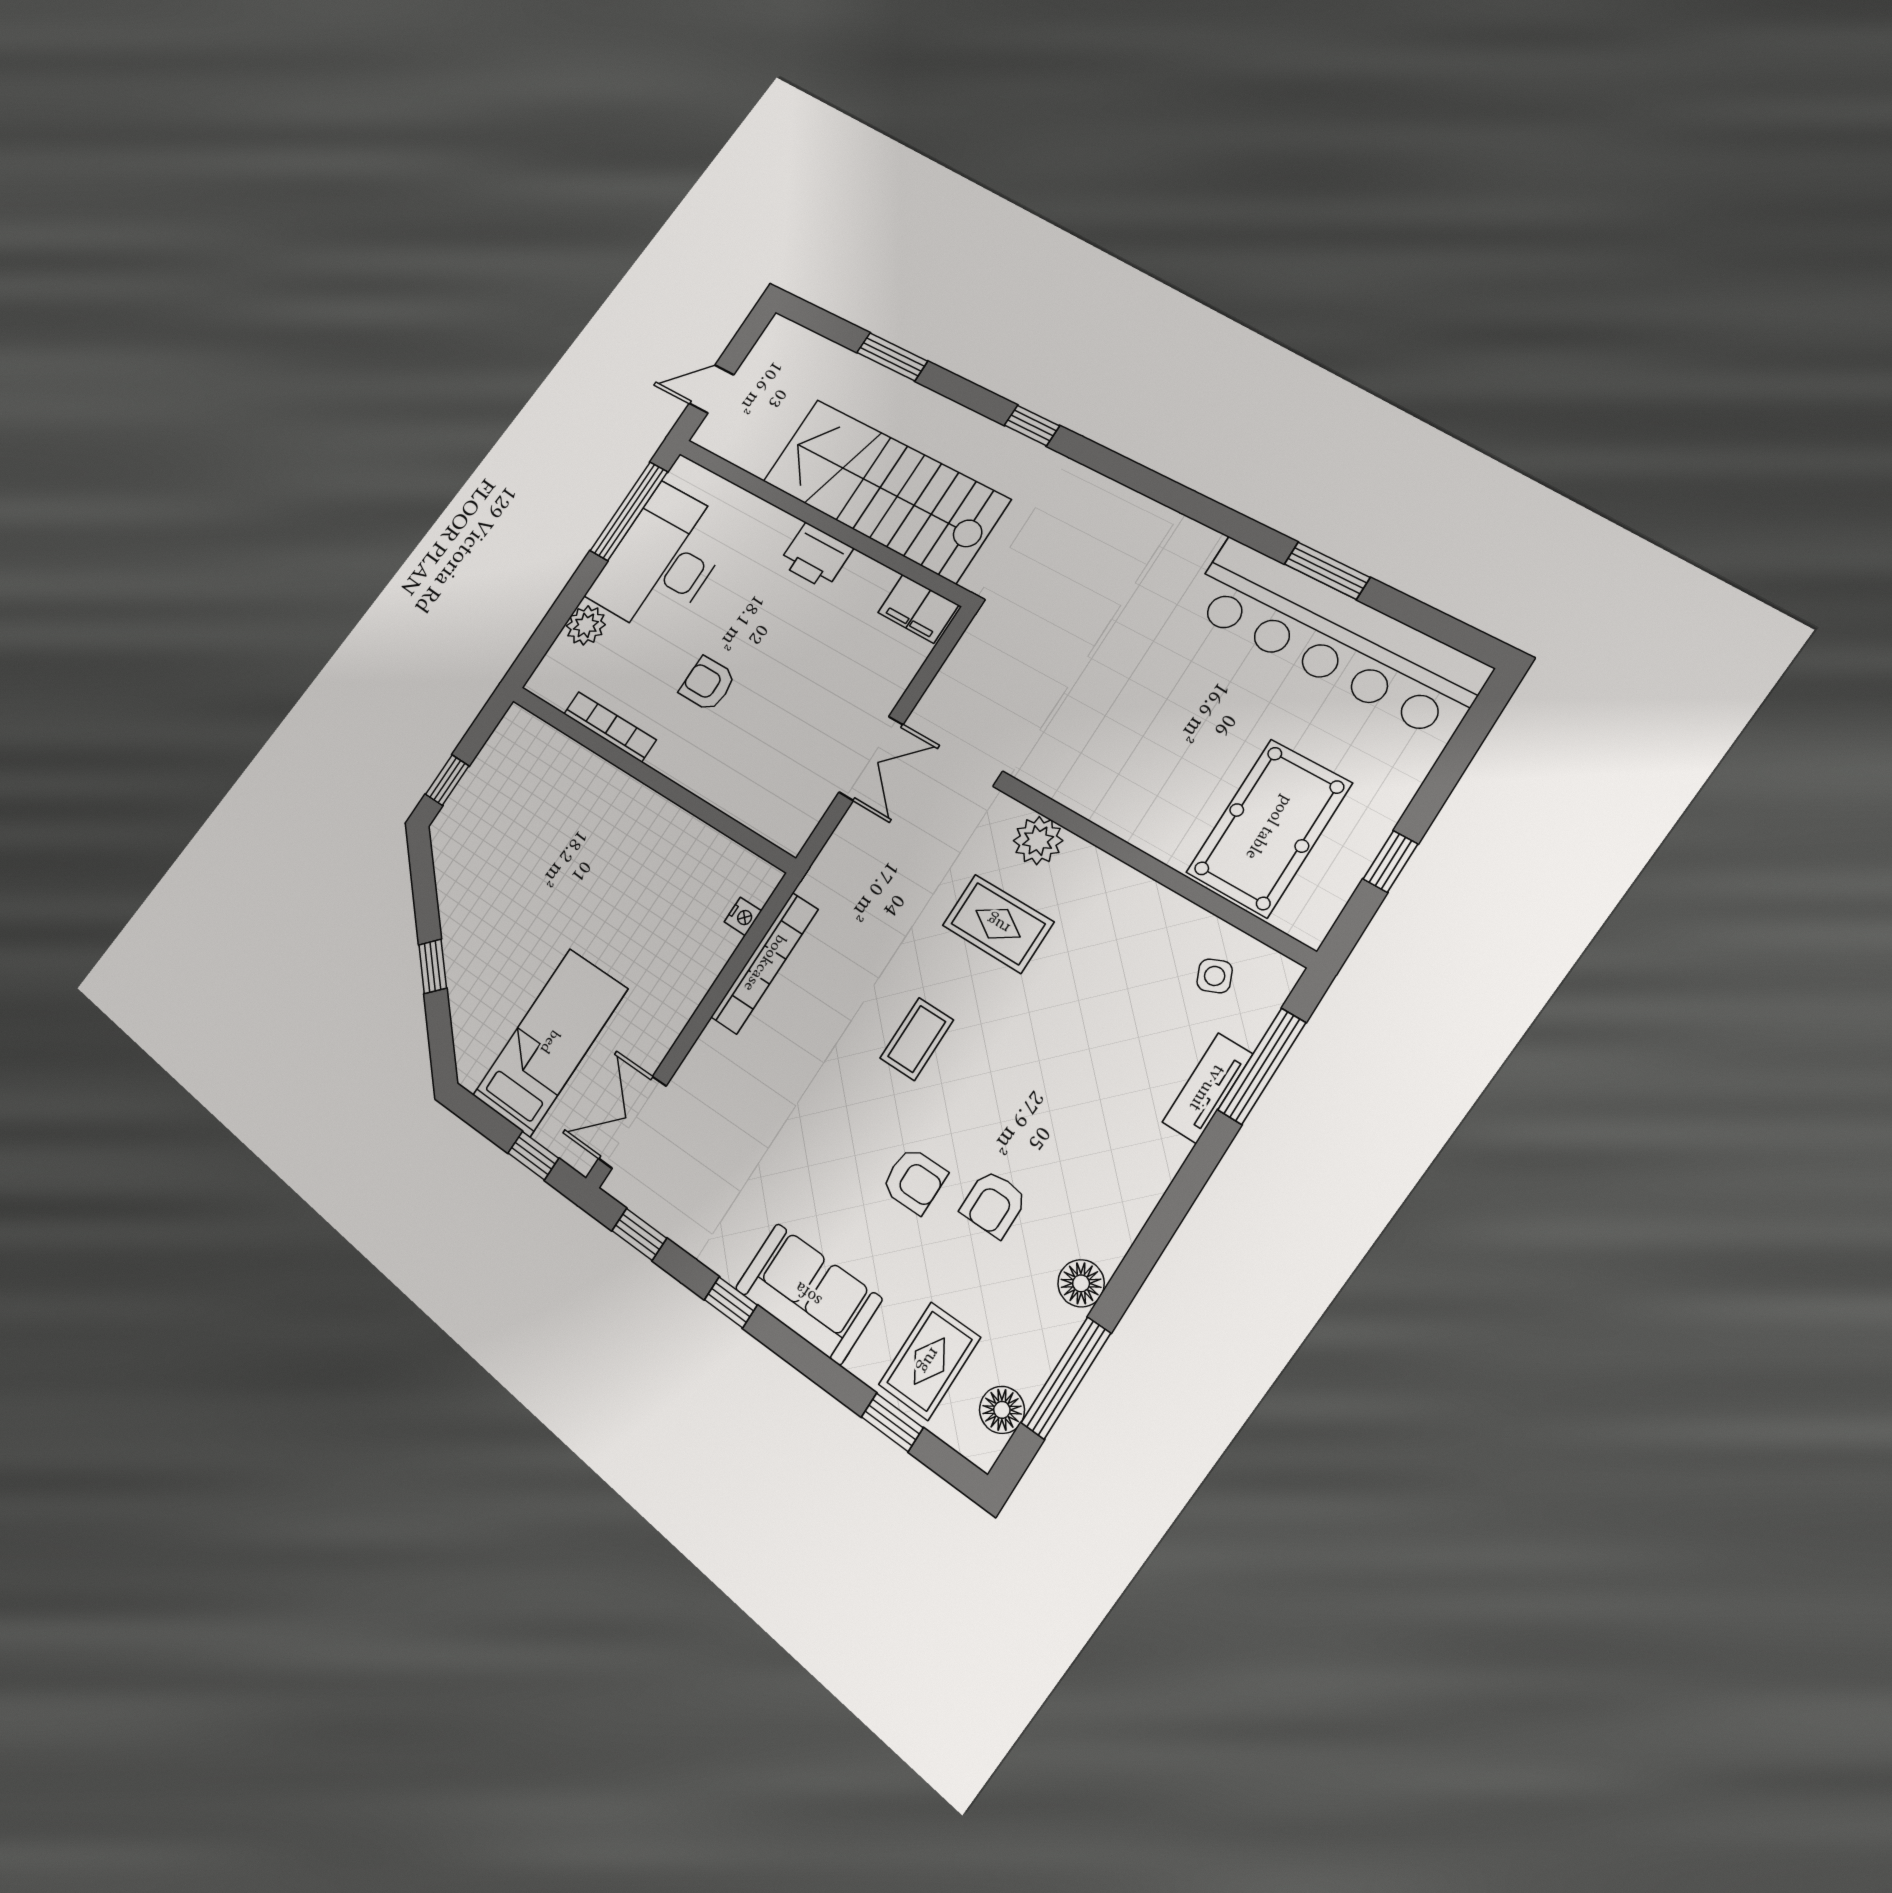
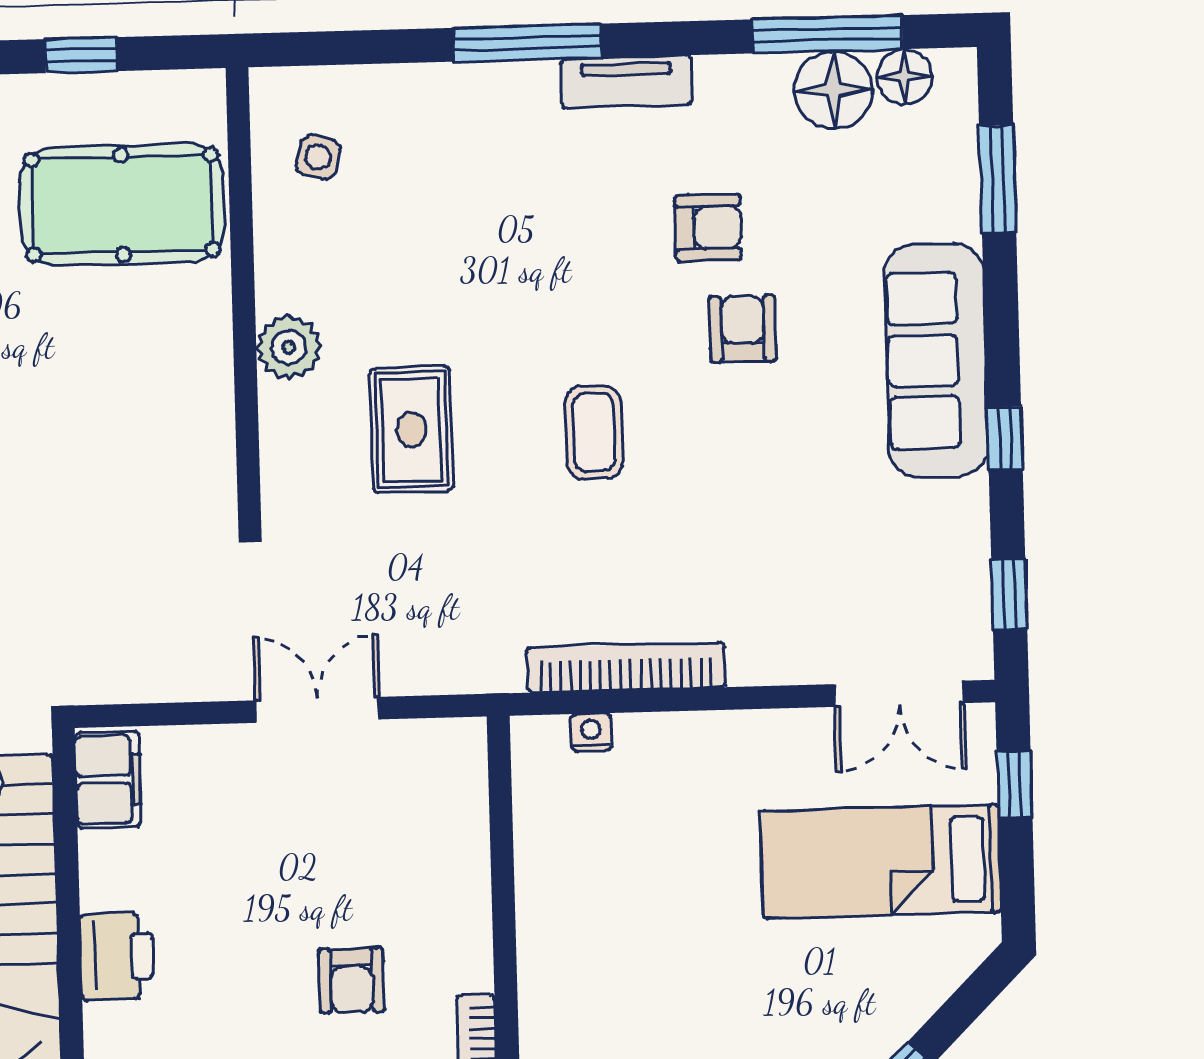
plant: (1038, 841) -> (289, 347), moved
side table: (1215, 976) -> (318, 157), turned 38
coffee table: (917, 1039) -> (594, 432), turned 90
window: (1262, 1066) -> (527, 43), moved
tv unit: (1207, 1088) -> (627, 82), moved
floor lamp: (1081, 1283) -> (834, 90), moved, width x1.38, depth x1.38
sofa: (808, 1294) -> (936, 360), width x1.36
rug: (929, 1361) -> (911, 184), removed
window: (892, 1422) -> (998, 179), width x1.50

